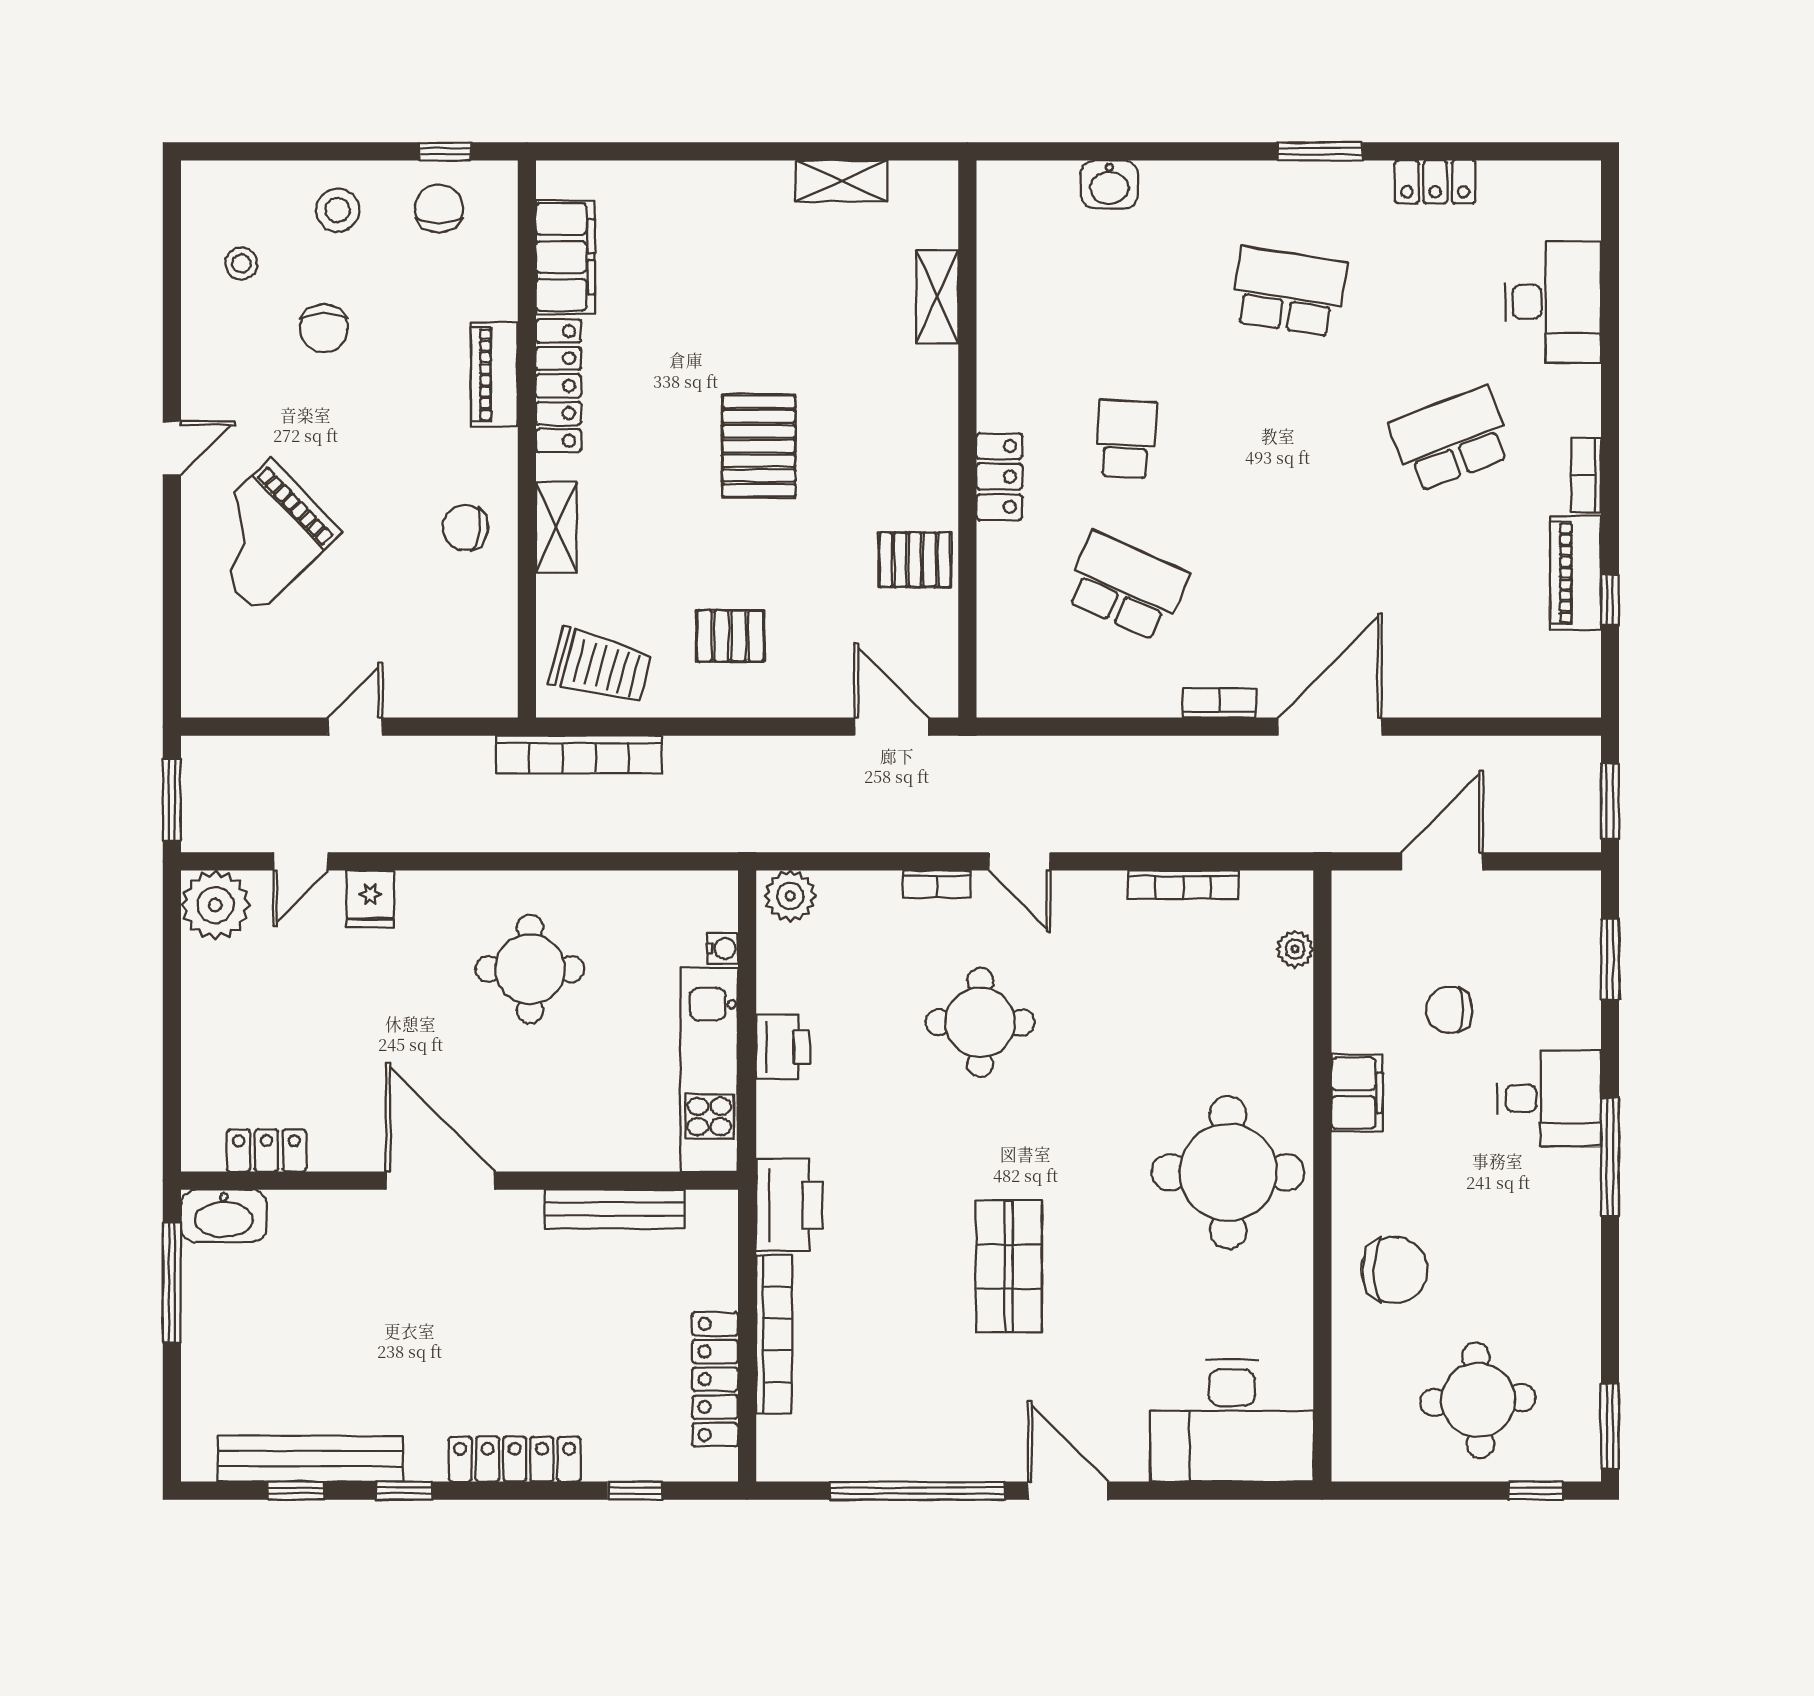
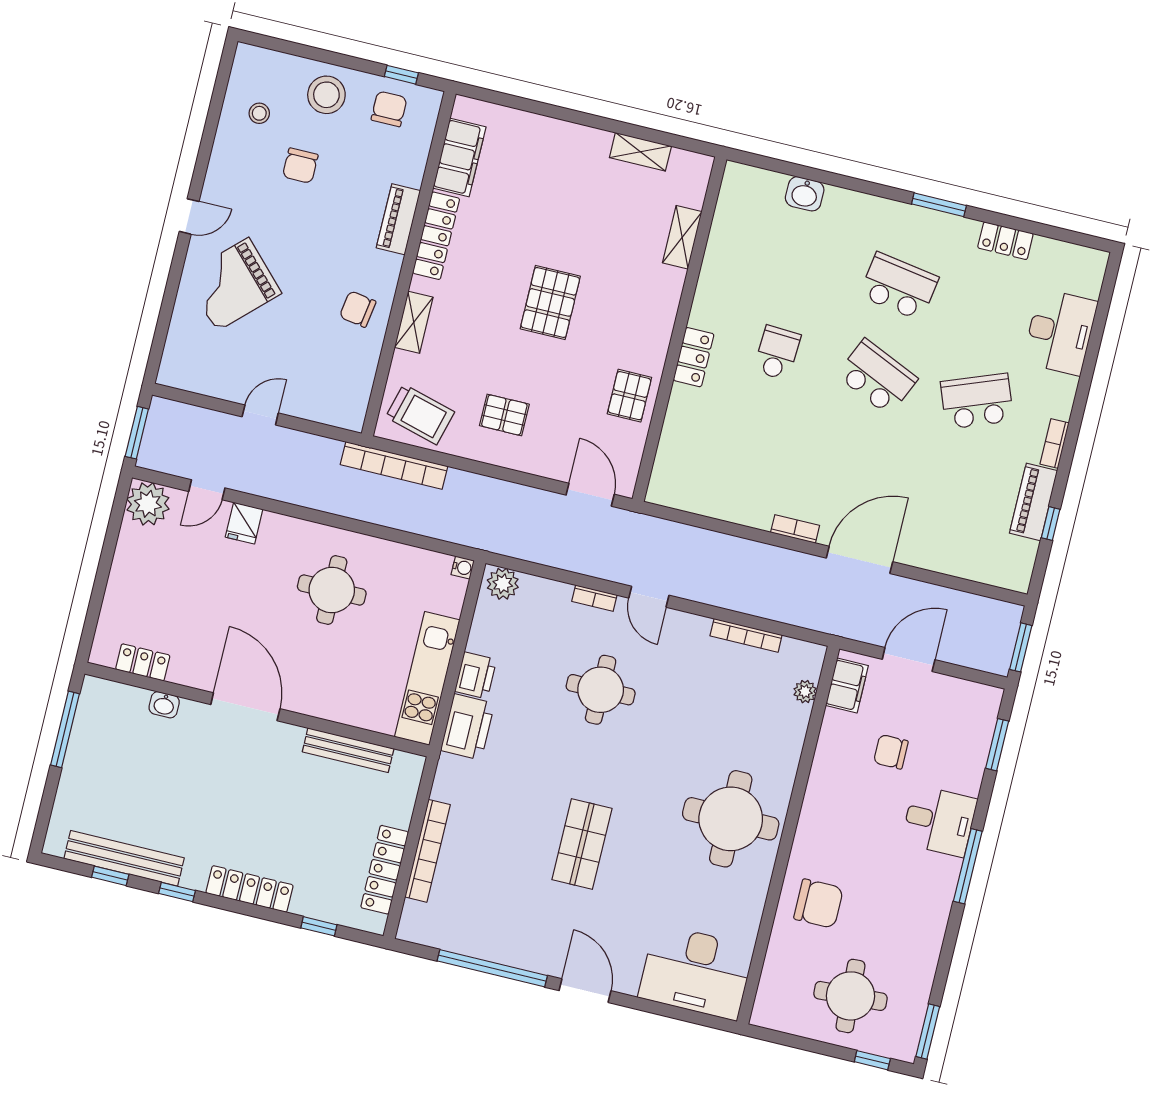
stool: (338, 210) -> (326, 95), width x1.38, depth x1.38
pallet: (915, 560) -> (629, 396), turned 90
school desk: (1126, 586) -> (877, 377), moved
water cooler: (723, 948) -> (463, 567), moved
filing cabinet: (1357, 1093) -> (847, 685), moved
printer: (789, 1205) -> (467, 727), moved
washbasin: (224, 1216) -> (164, 705), moved, width x0.52, depth x0.69

